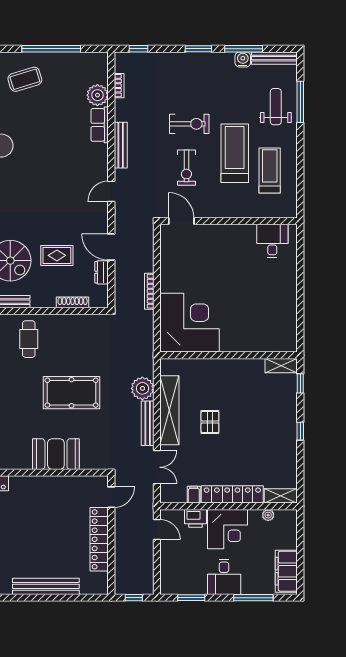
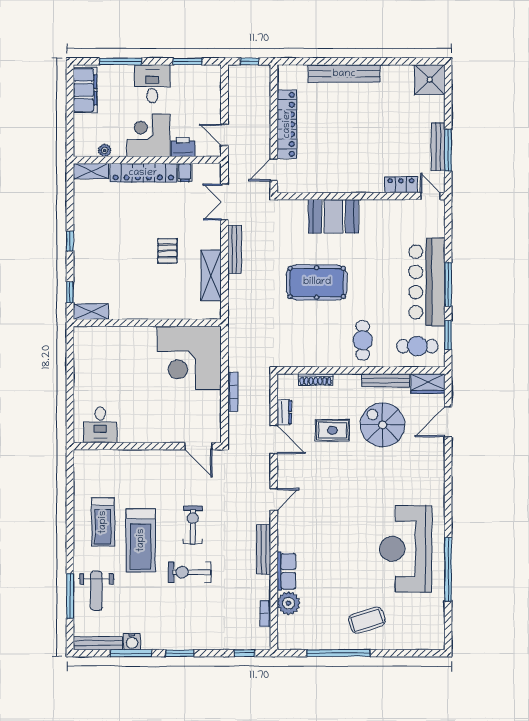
door: (181, 221) -> (198, 446), moved
wall: (229, 221) -> (147, 446), moved
desk: (272, 241) -> (100, 425), moved
plant: (142, 388) -> (240, 287), removed
shelving: (169, 410) -> (211, 275), width x0.68

